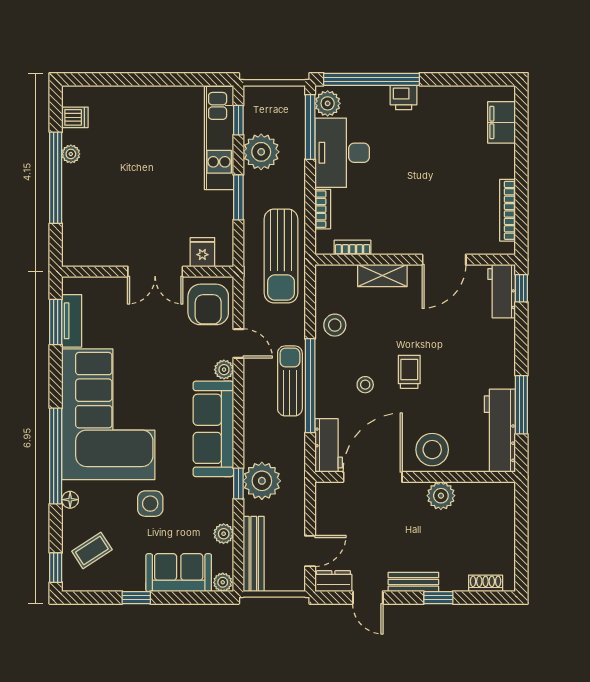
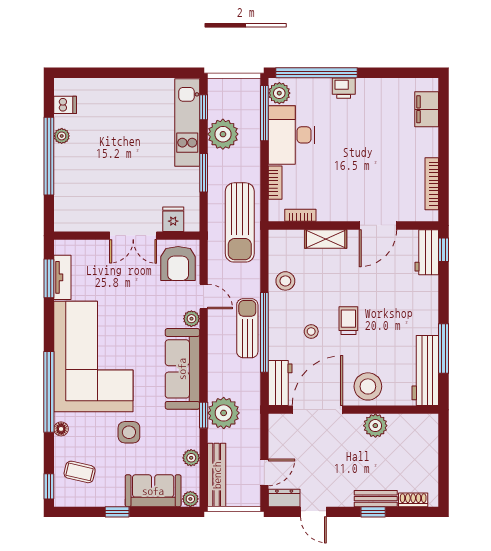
coffee table: (92, 550) -> (80, 472), turned 46
bench: (413, 582) -> (376, 499), moved

